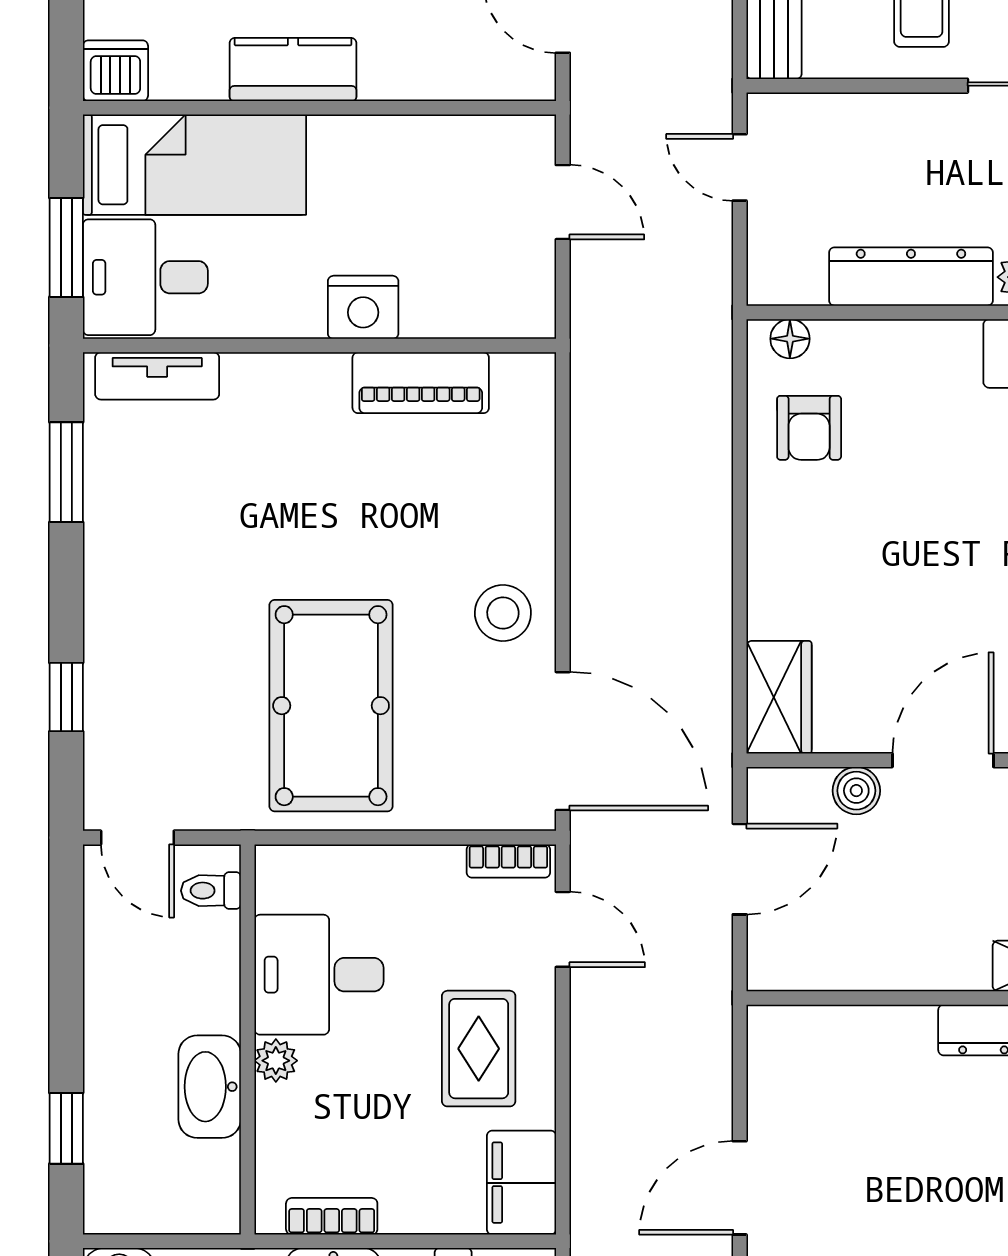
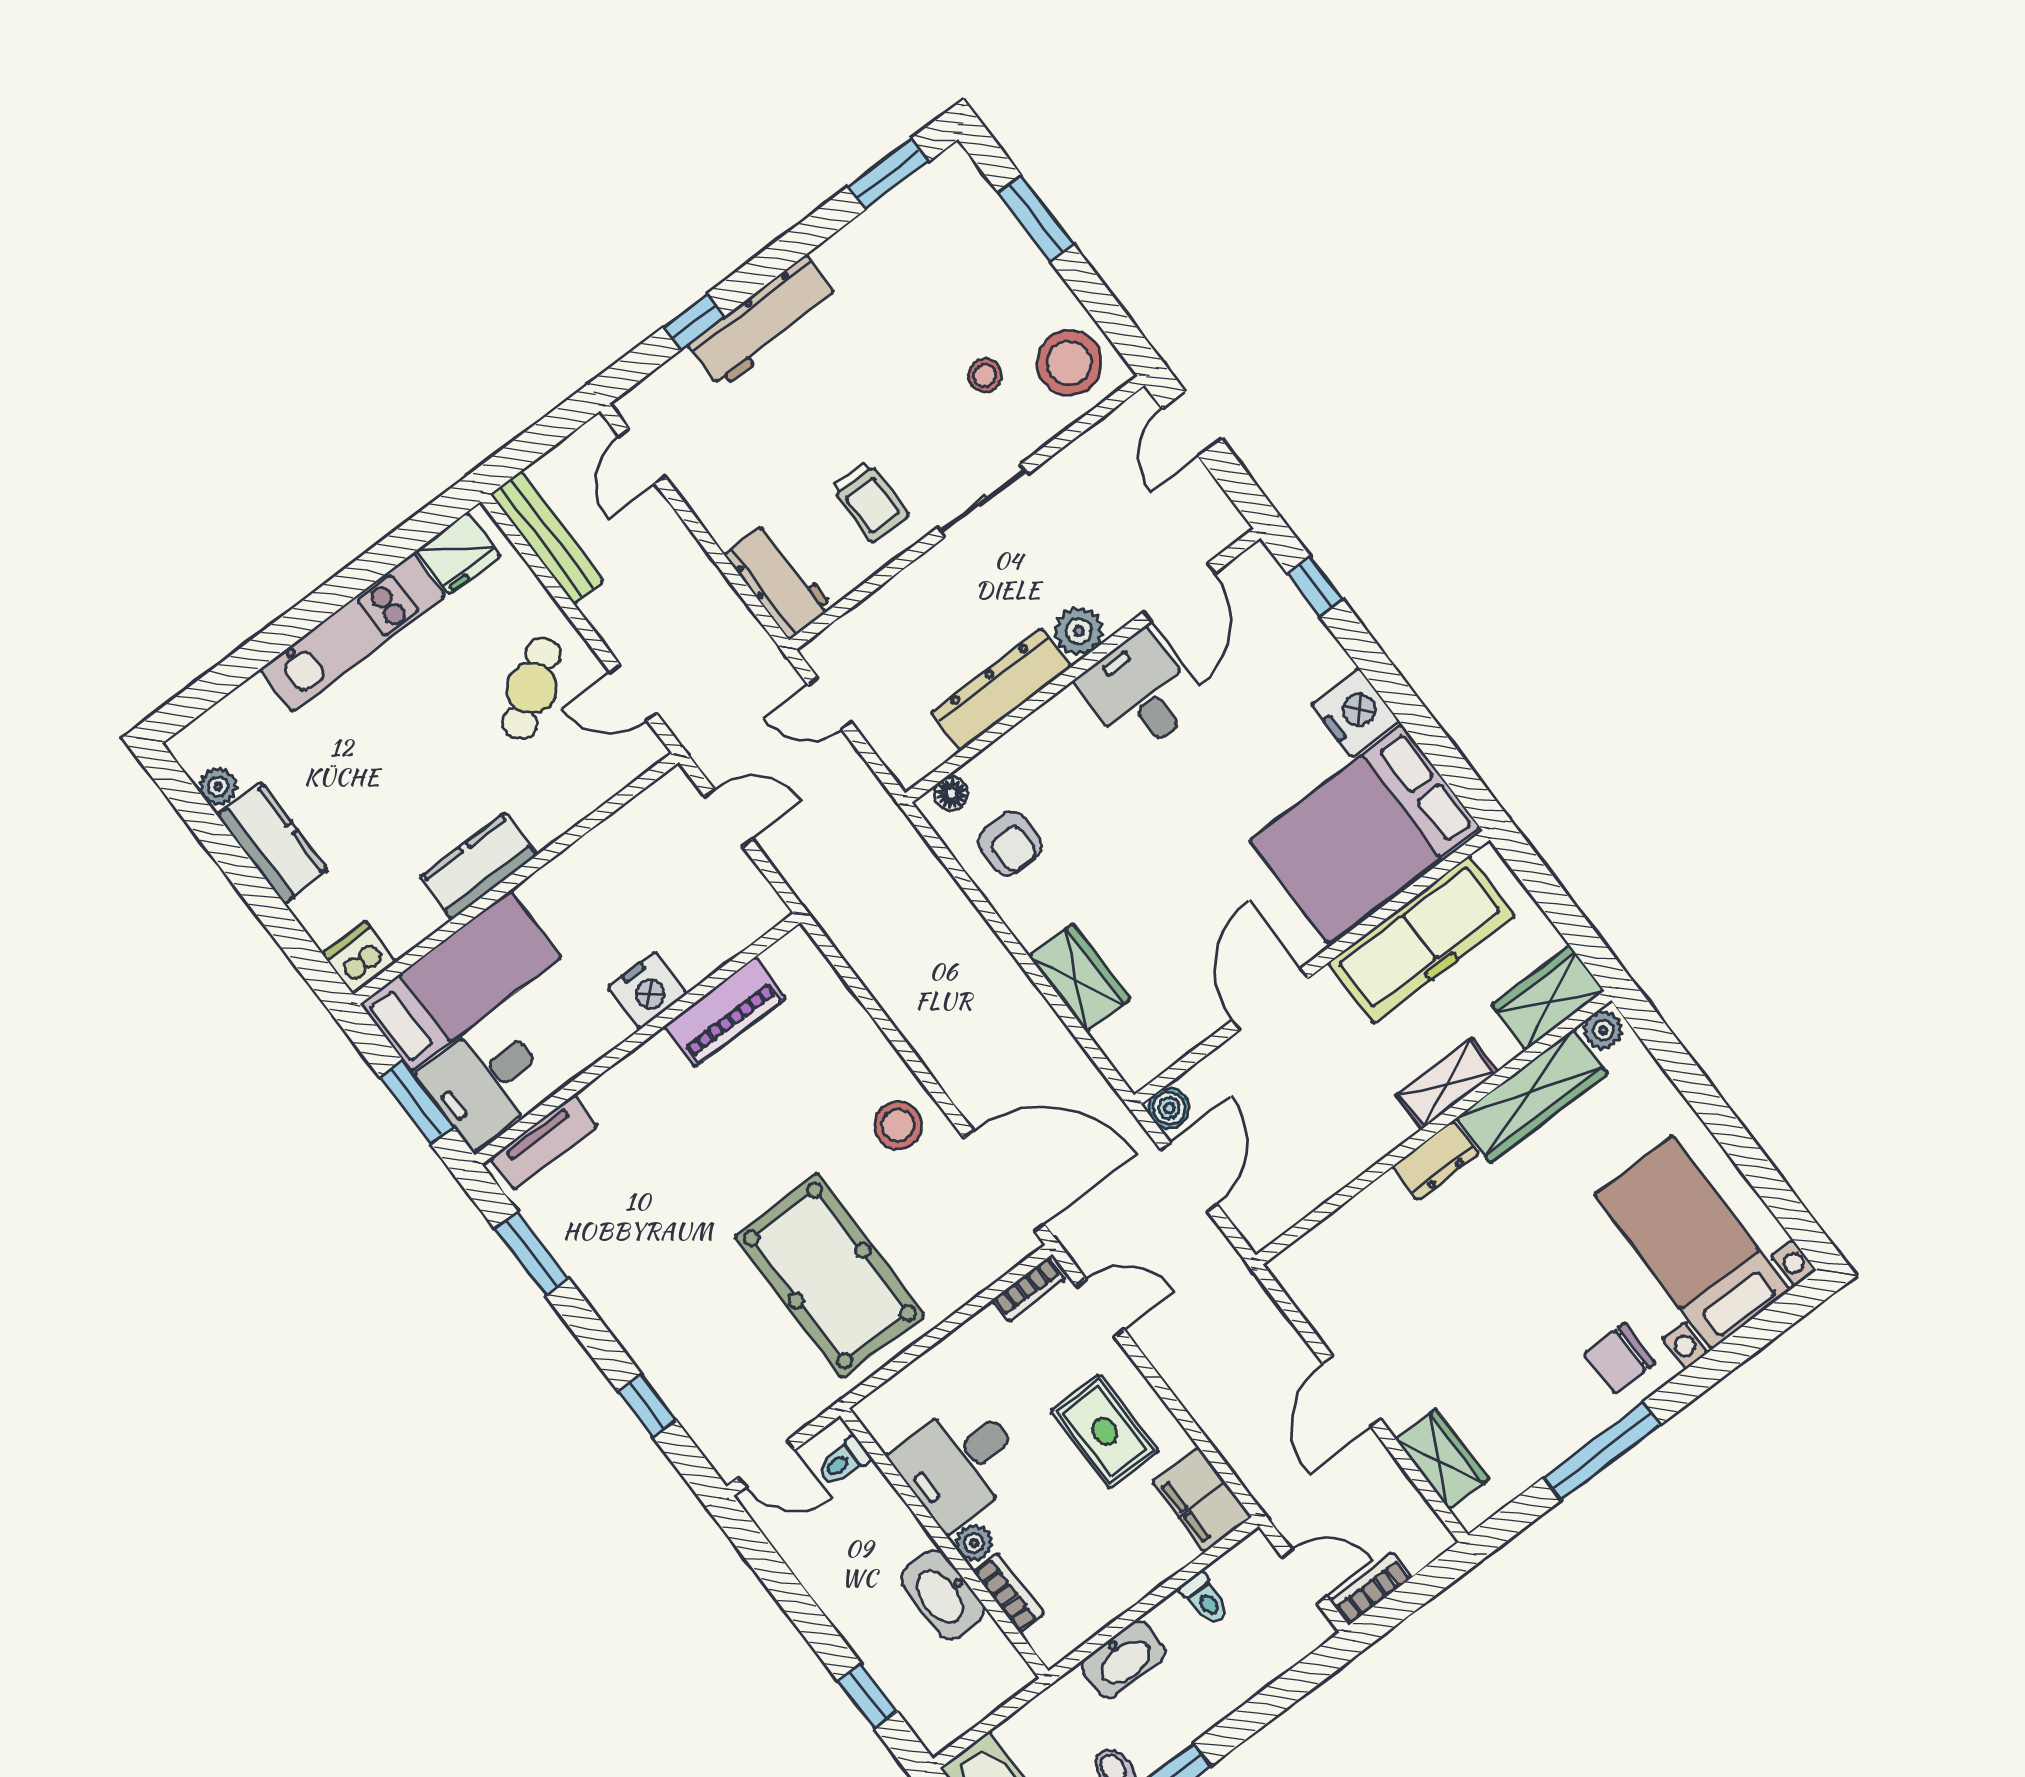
wardrobe: (779, 697) -> (1080, 978), moved
boiler: (856, 791) -> (1169, 1108), moved
bookcase: (332, 1216) -> (1008, 1593), moved, turned 90

